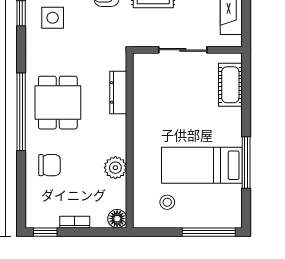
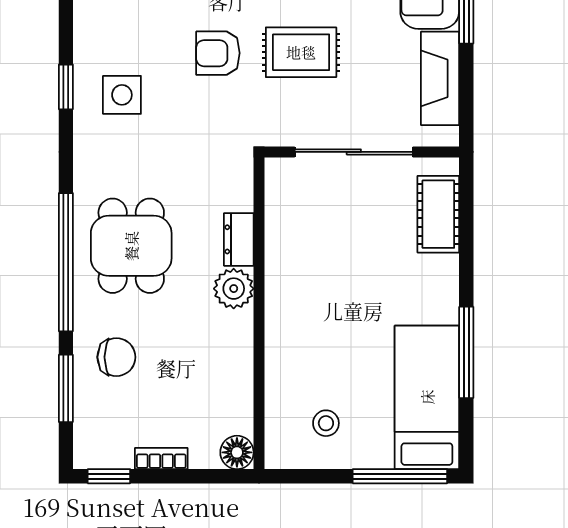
sliding door: (183, 50) -> (354, 152), width x1.37
dresser: (118, 92) -> (239, 239), width x0.70
bed: (202, 165) -> (427, 397), moved, turned 90
plant: (115, 168) -> (234, 289), moved
window: (21, 183) -> (66, 388), added

